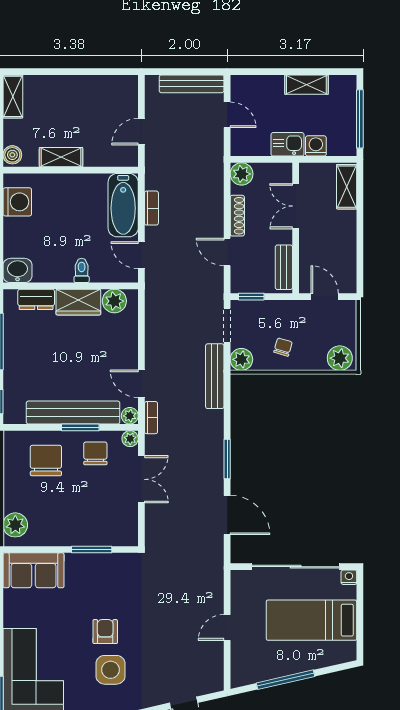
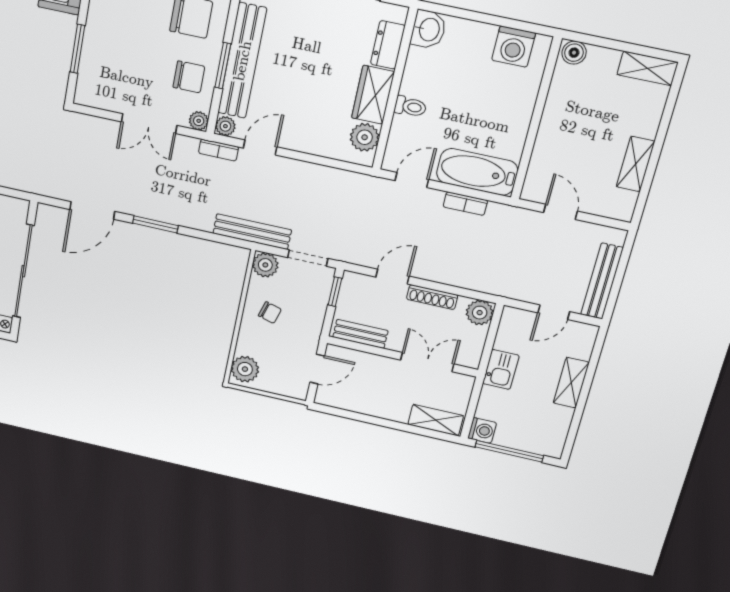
shelving: (306, 85) -> (571, 383), moved
washing machine: (316, 146) -> (482, 430), moved
shelving: (61, 157) -> (635, 164), moved

